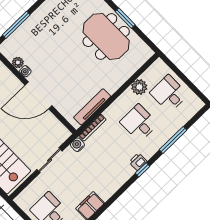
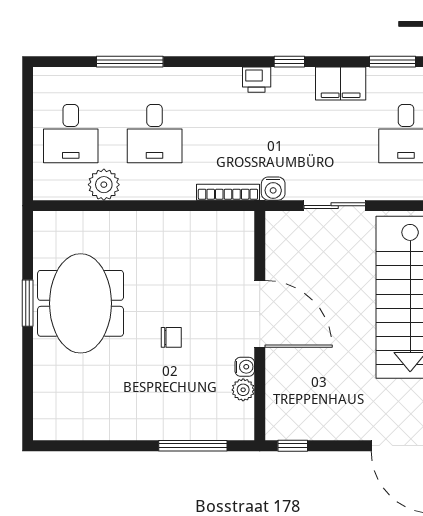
chair: (62, 56) -> (171, 337), added
tv unit: (92, 107) -> (199, 222), removed
printer: (138, 162) -> (257, 80), moved
window: (143, 170) -> (289, 62), moved

